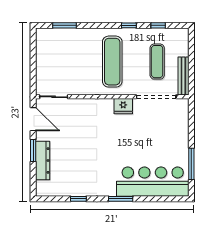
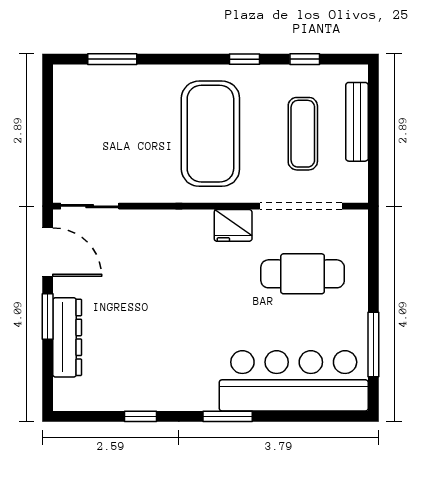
exercise mat: (112, 62) -> (210, 134), width x1.47
bench: (183, 76) -> (357, 122), moved
cafe table: (157, 130) -> (303, 274), added

